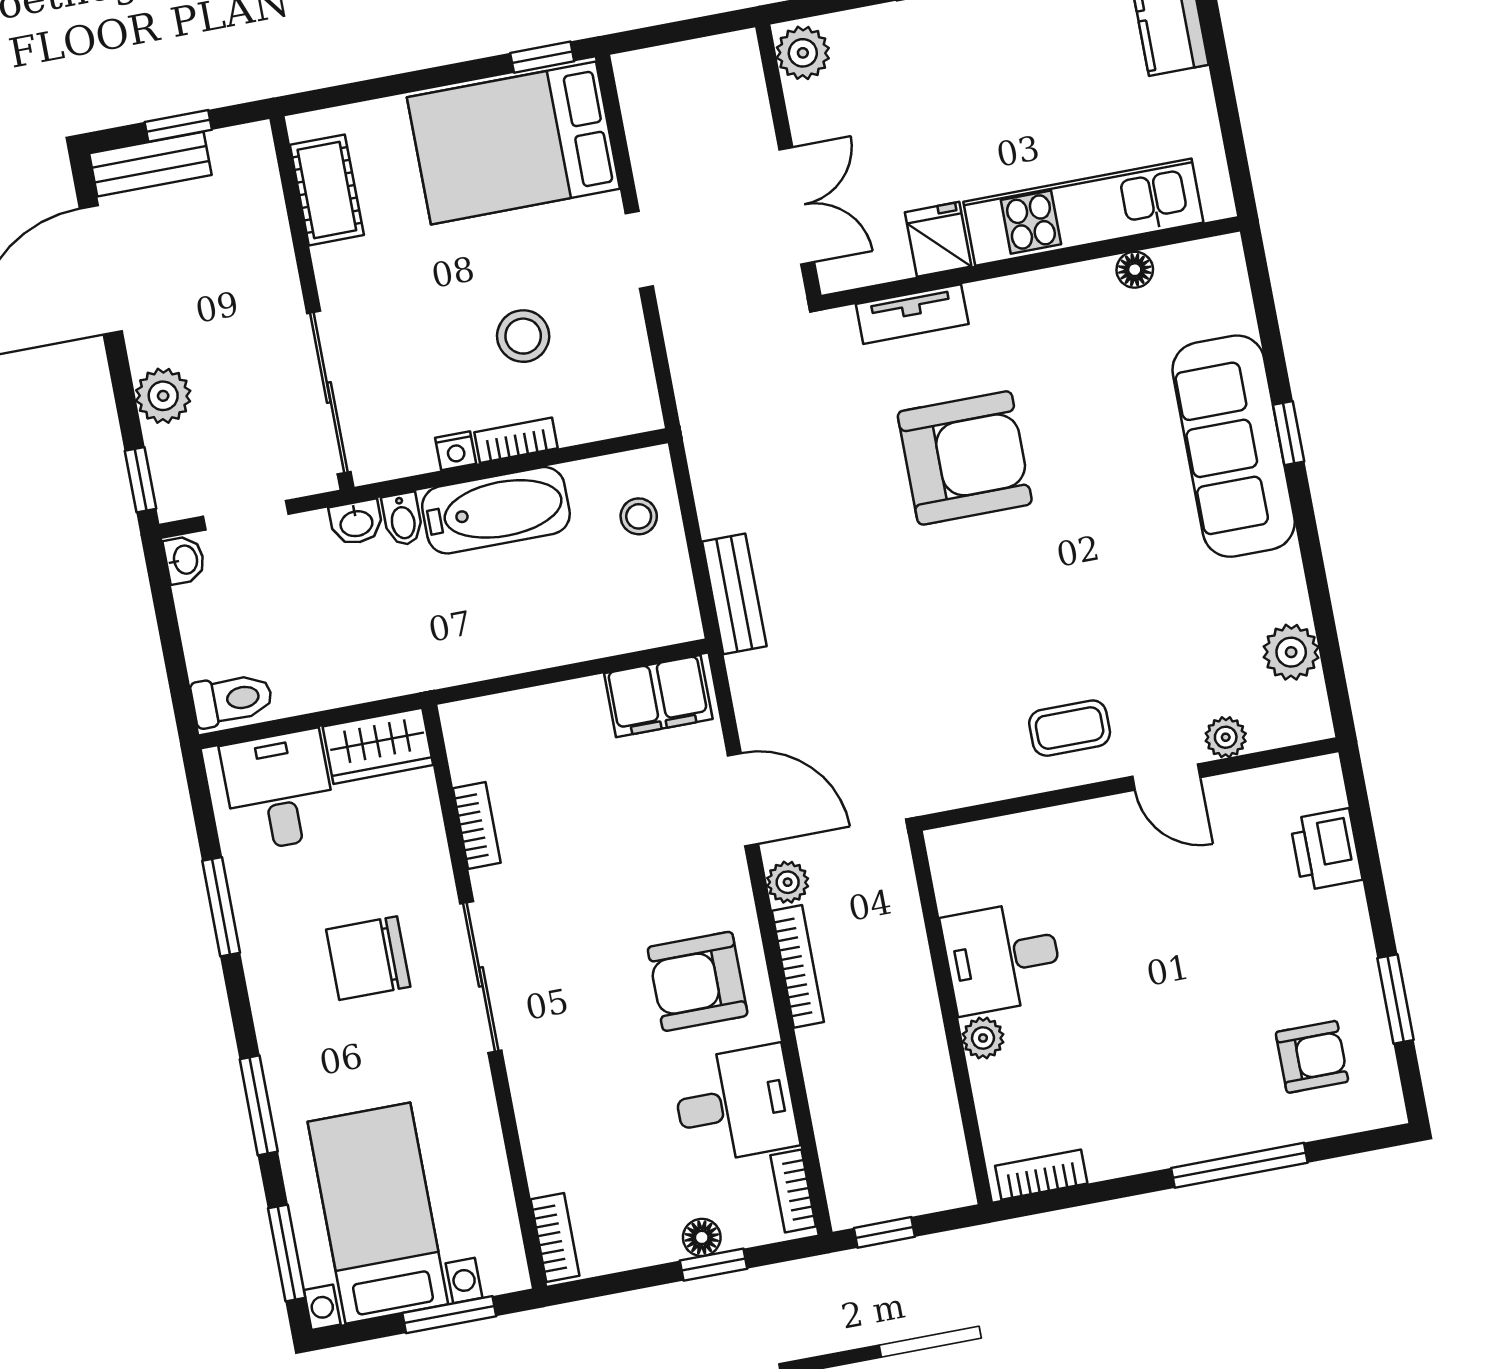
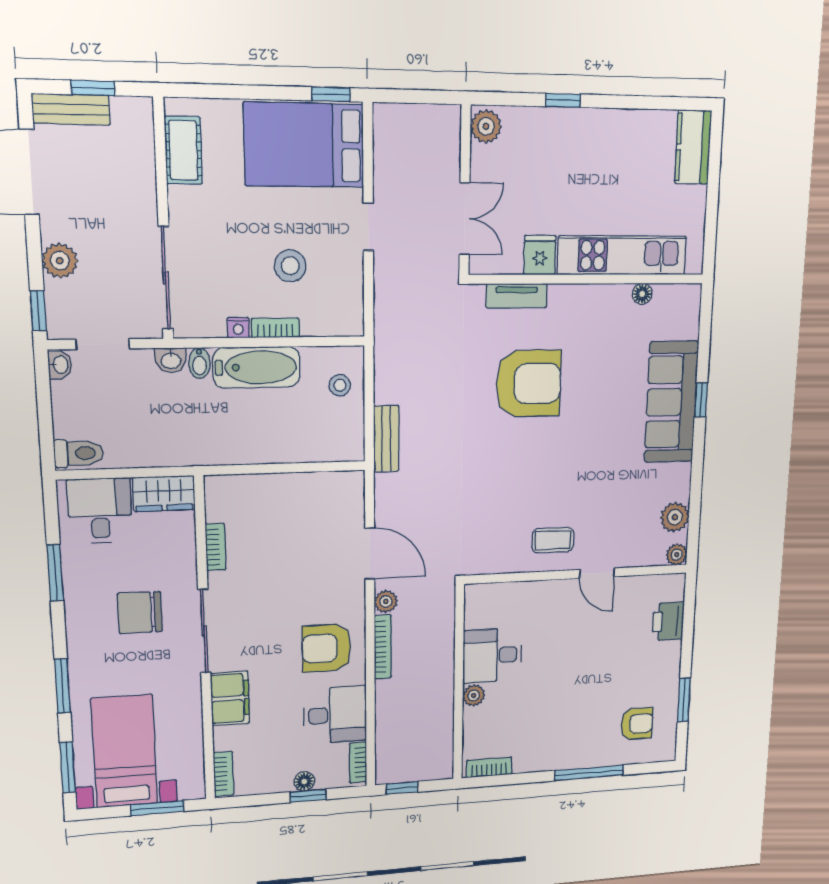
filing cabinet: (658, 696) -> (230, 698), moved, turned -90
plant: (1226, 737) -> (677, 555), moved

